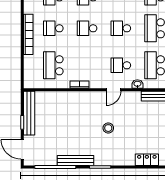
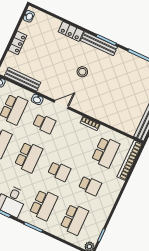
school desk: (121, 28) -> (29, 157), width x1.85
bookcase: (28, 34) -> (130, 160), moved
locker: (147, 160) -> (71, 31), moved
bench: (75, 161) -> (99, 44), moved

